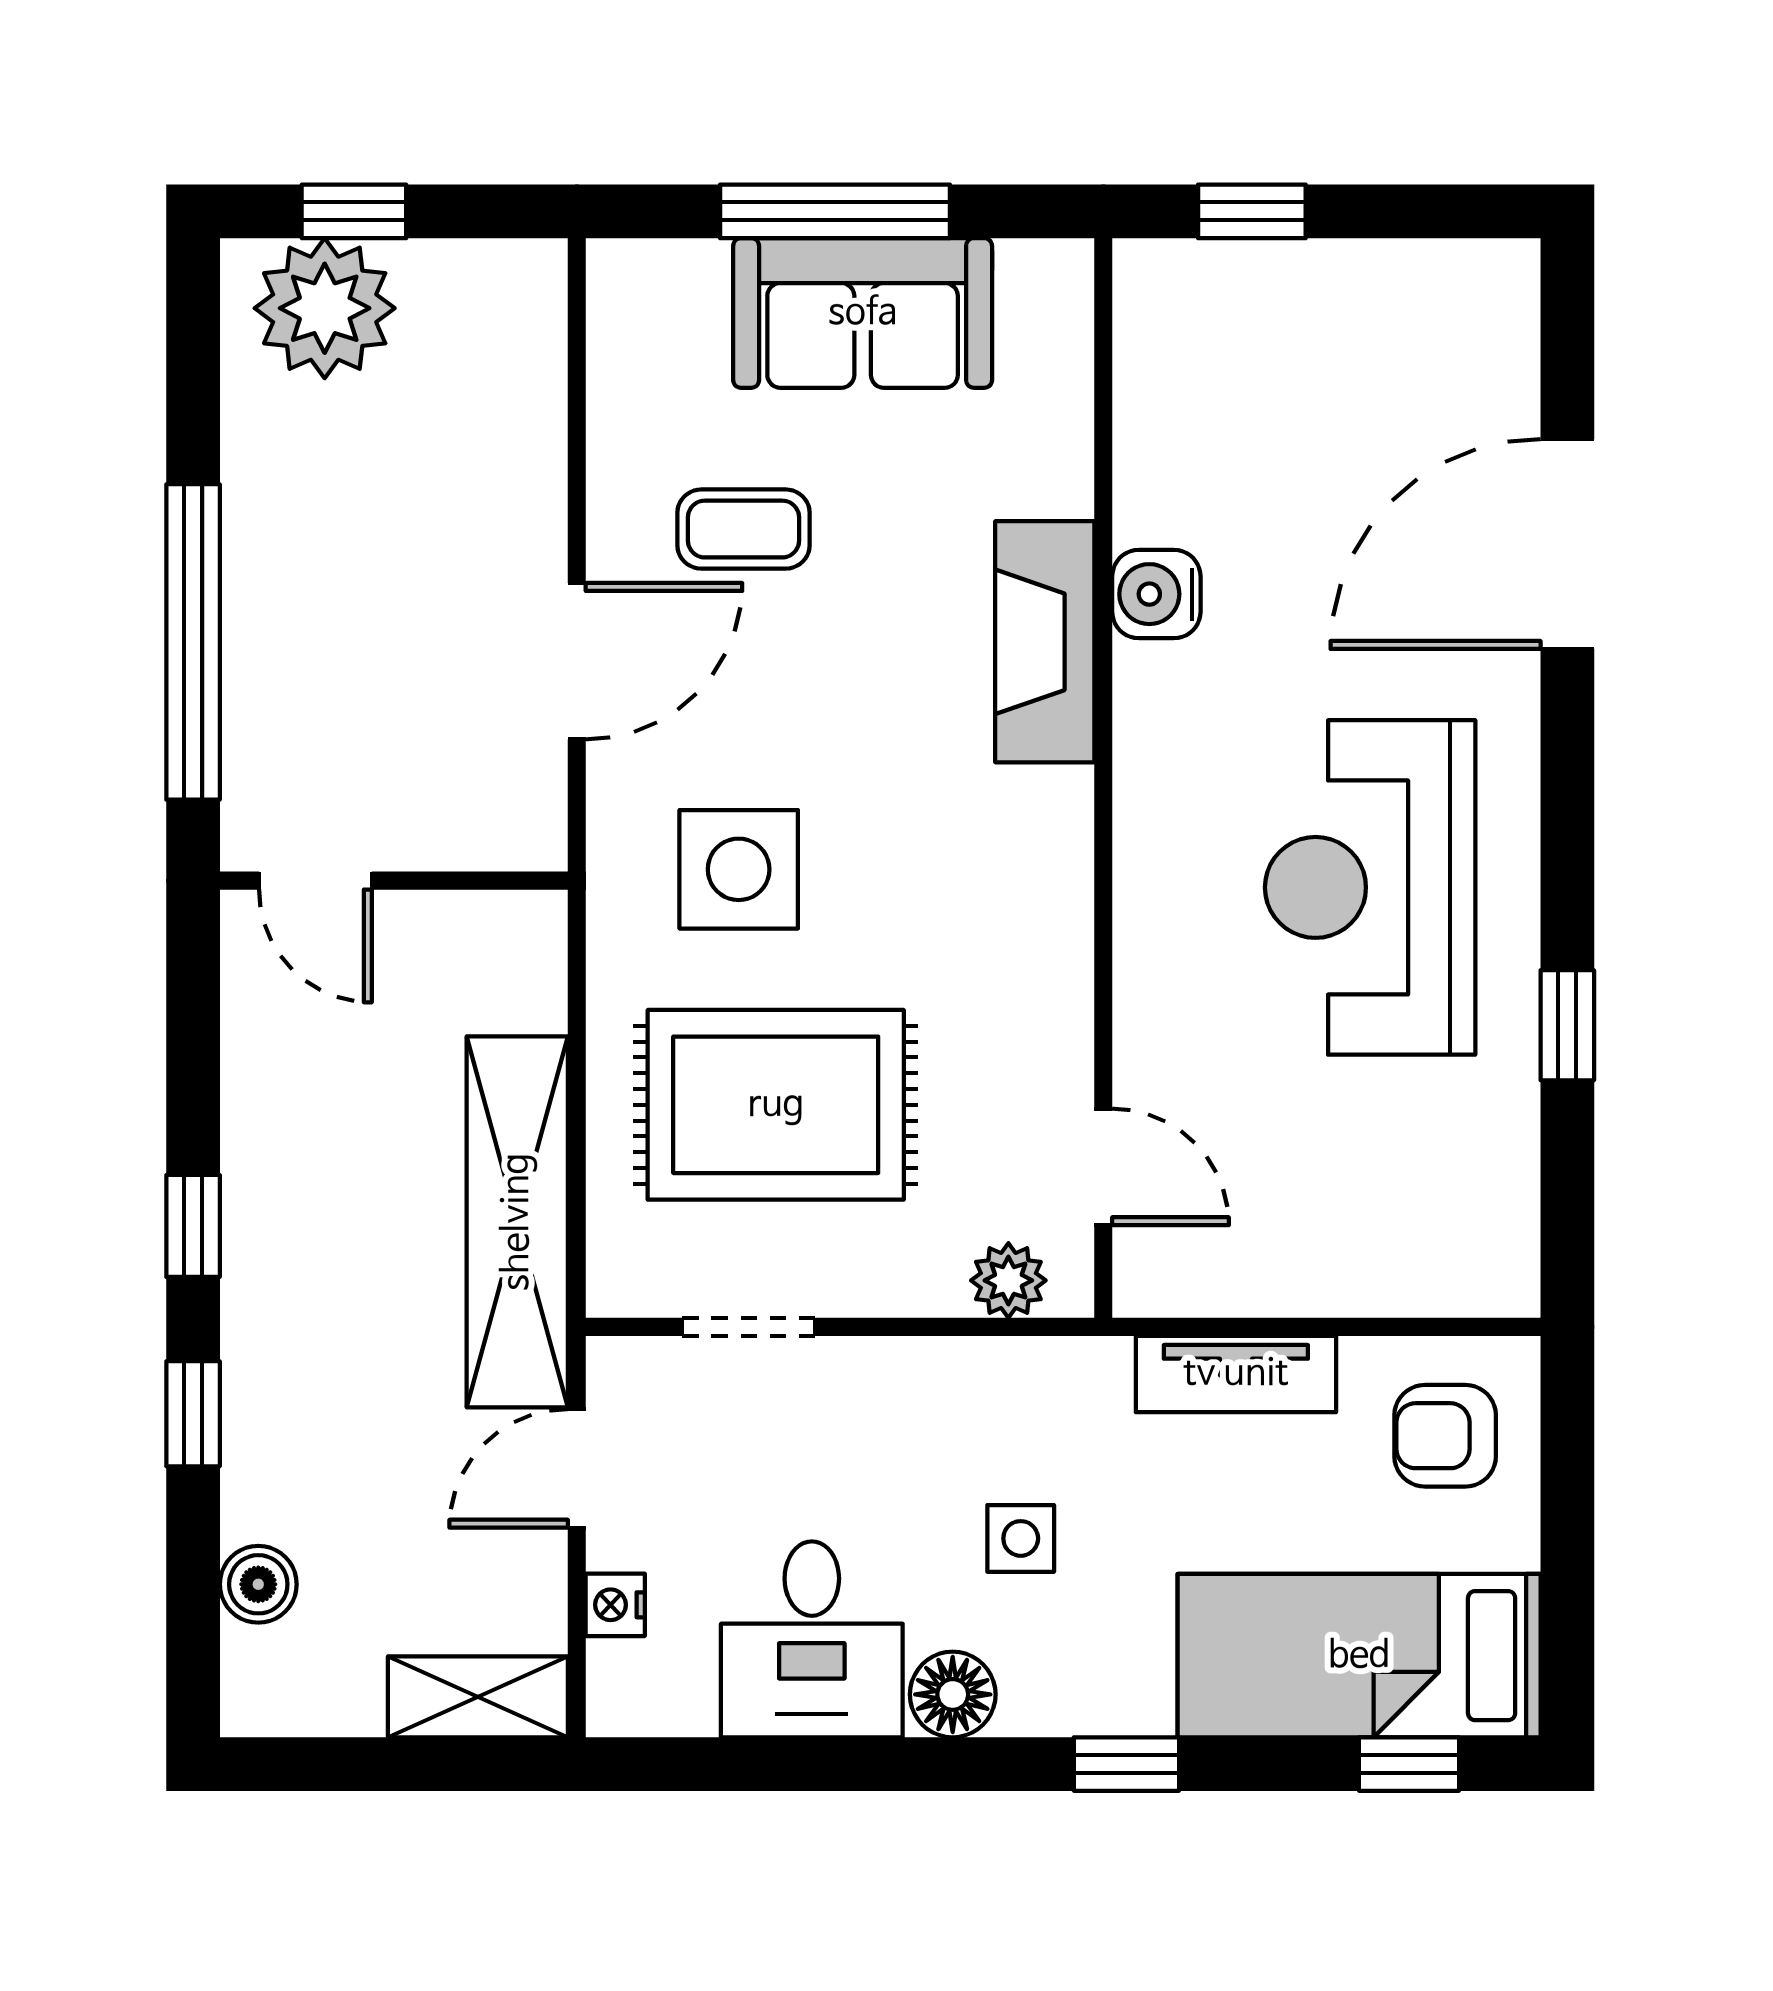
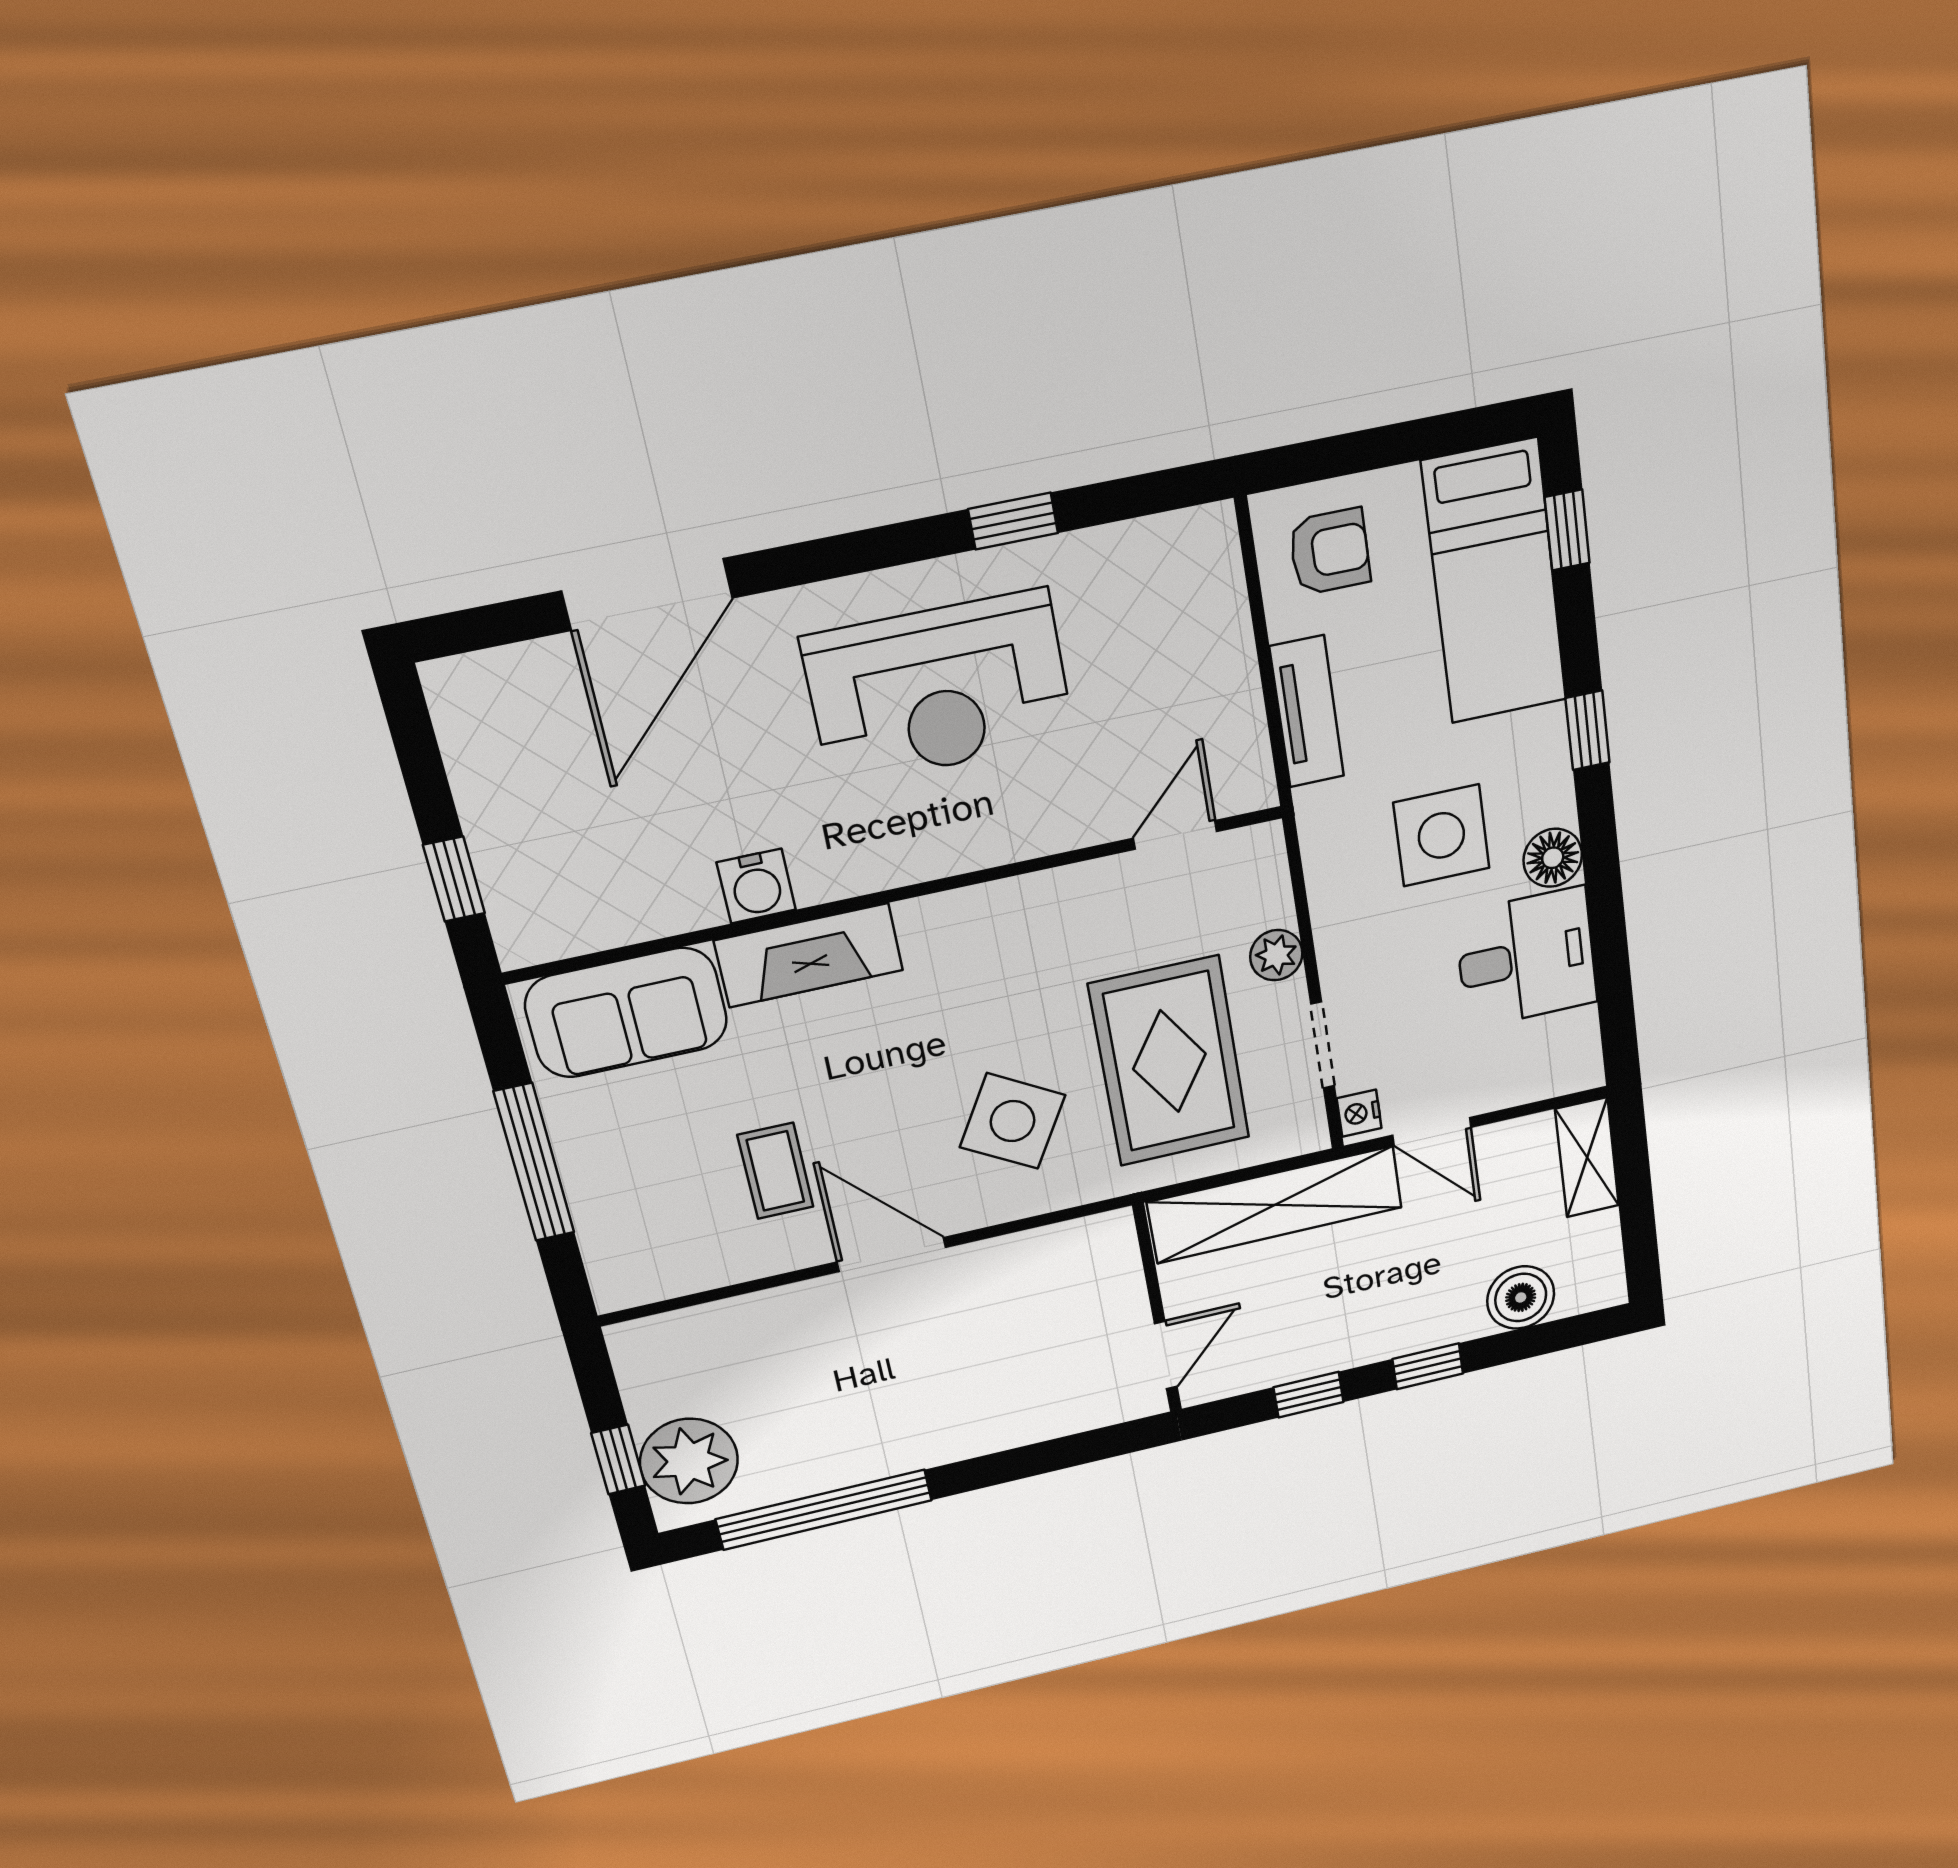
sofa: (863, 313) -> (627, 1013), moved, turned 90
door: (1567, 544) -> (647, 595), hinge flipped
window: (193, 642) -> (824, 1510), moved
side table: (739, 869) -> (1013, 1121), turned 30
door: (315, 881) -> (1166, 1355), moved
wall: (394, 881) -> (1157, 1309), moved
plant: (1008, 1280) -> (1276, 955), moved
armchair: (1445, 1436) -> (1330, 551), turned -90
side table: (1021, 1538) -> (1441, 835), width x1.87, depth x1.87
boiler: (258, 1584) -> (1521, 1297), width x1.36, depth x1.36
nightstand: (615, 1605) -> (1359, 1113), moved, turned 90

